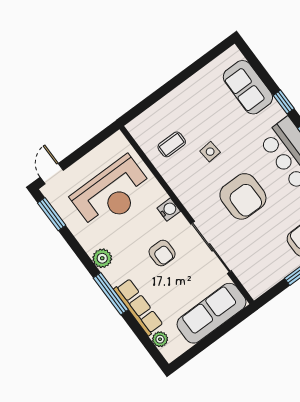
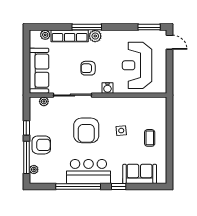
coffee table: (172, 144) -> (150, 138), moved
armchair: (243, 196) -> (86, 130), turned -90
plant: (102, 258) -> (95, 36), moved
plant: (246, 278) -> (44, 101), added

